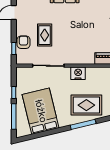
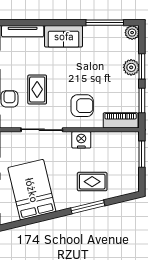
armchair: (79, 47) -> (82, 106), added
rug: (86, 105) -> (92, 182), width x0.73, depth x0.70

